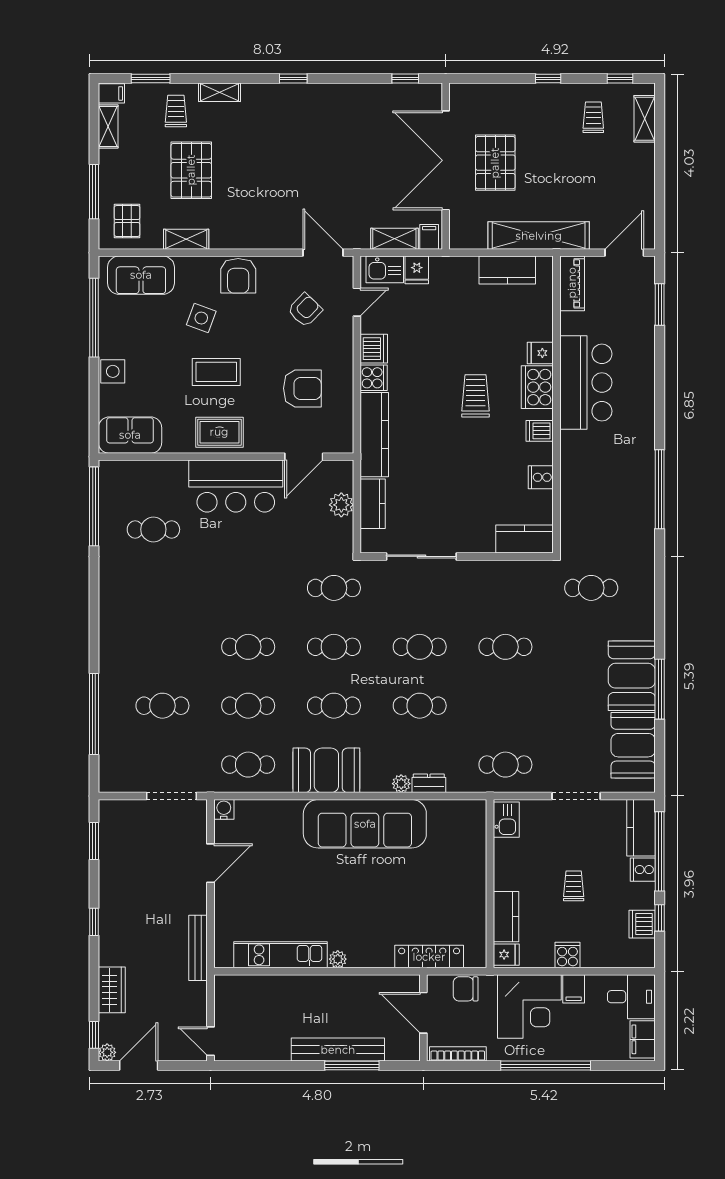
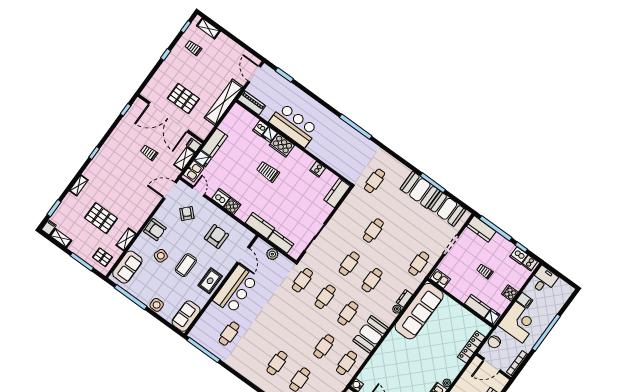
trolley: (176, 111) -> (149, 153), moved
kitchen counter: (507, 270) -> (214, 143), moved
dishwasher: (540, 431) -> (260, 128), moved
kitchen counter: (374, 435) -> (260, 226), width x0.67
cafe table: (248, 647) -> (277, 363), moved
sofa: (365, 824) -> (419, 311), moved
cooker: (643, 870) -> (530, 263), moved
filing cabinet: (643, 1039) -> (563, 288), removed

